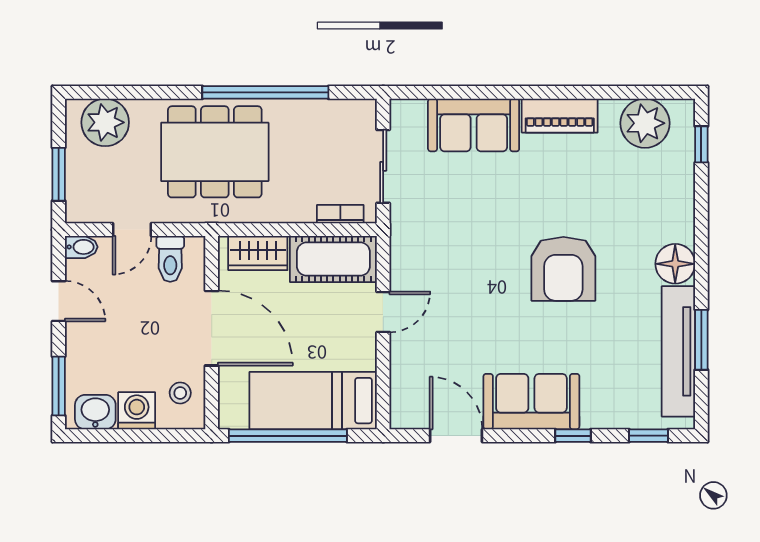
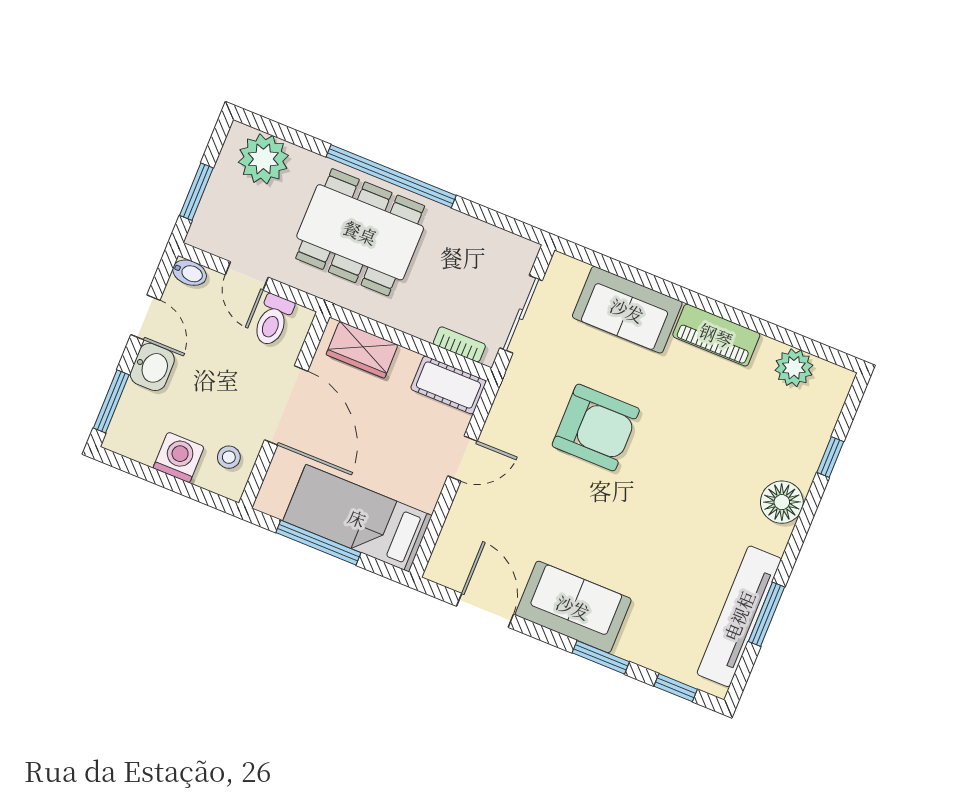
window: (265, 92) -> (391, 176), moved
plant: (645, 123) -> (794, 368), width x0.73, depth x0.73
window: (701, 144) -> (830, 457), moved
door: (132, 230) -> (247, 276), hinge flipped
cot: (333, 259) -> (448, 385), width x0.73, depth x0.75
floor lamp: (675, 264) -> (782, 502), moved
armchair: (563, 269) -> (596, 428), moved, turned -90
washbasin: (95, 412) -> (152, 367), moved, turned 90
window: (288, 436) -> (318, 543), width x0.68
window: (573, 436) -> (601, 657), width x1.50

